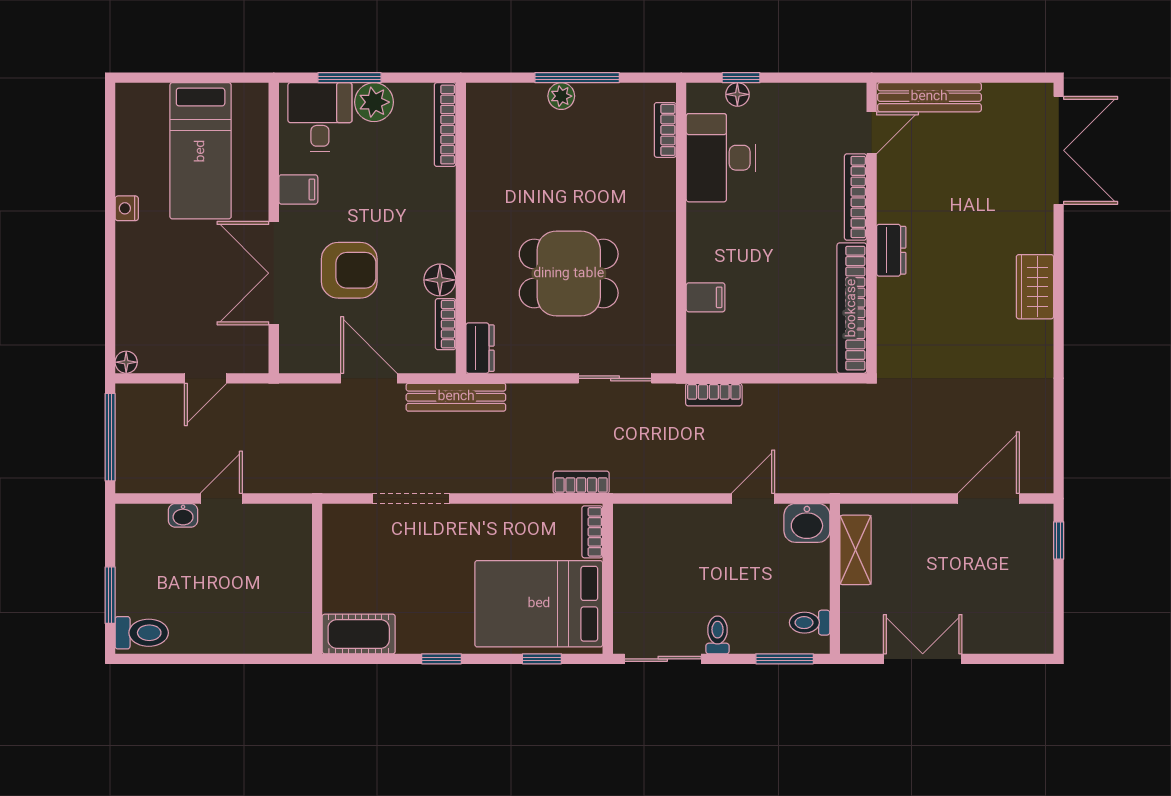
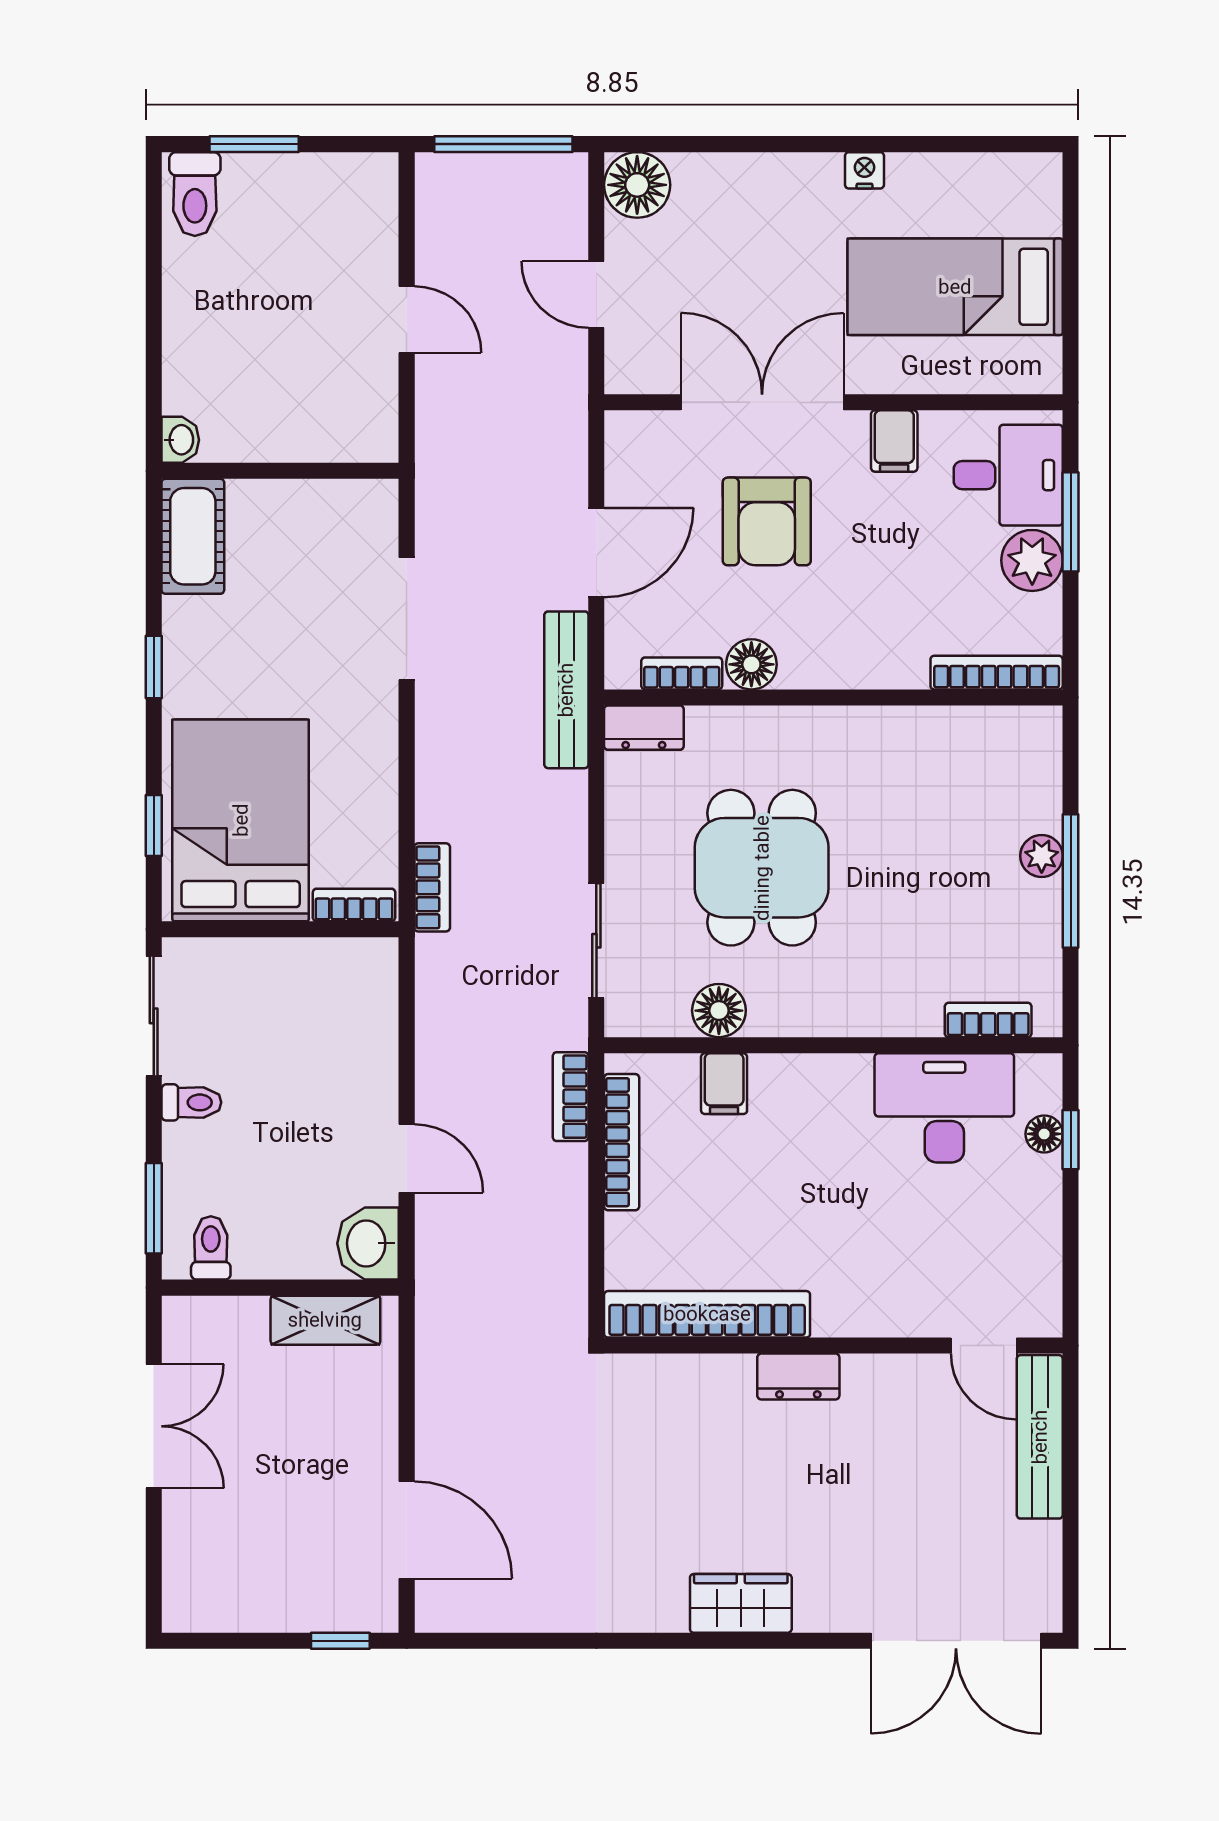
bookcase: (856, 197) -> (622, 1142), moved, turned 90
floor lamp: (659, 301) -> (719, 1011), added
floor lamp: (126, 362) -> (637, 185), width x1.89, depth x1.89
washbasin: (183, 515) -> (180, 440), moved, turned 180

